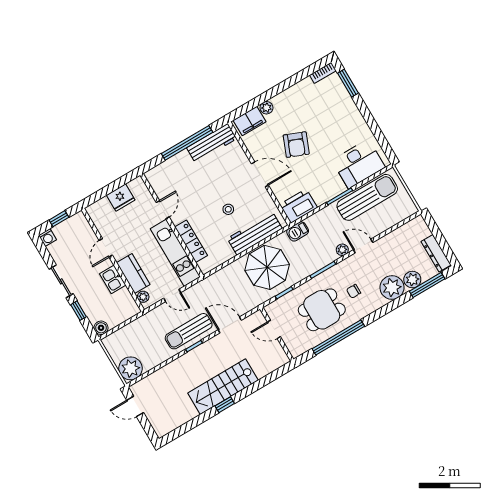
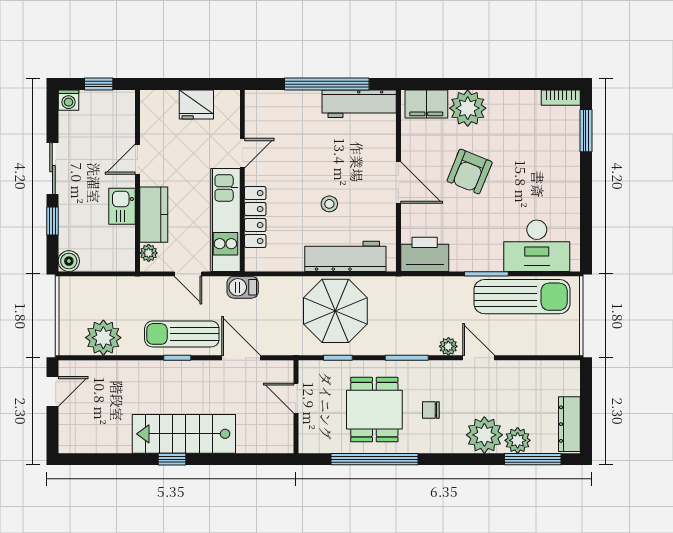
plant: (266, 108) -> (468, 108), width x1.88, depth x1.88
barbecue: (298, 231) -> (243, 287), moved
dining table: (322, 310) -> (374, 410), turned 90
plant: (131, 368) -> (103, 338), moved
door: (135, 406) -> (52, 391), swing flipped

